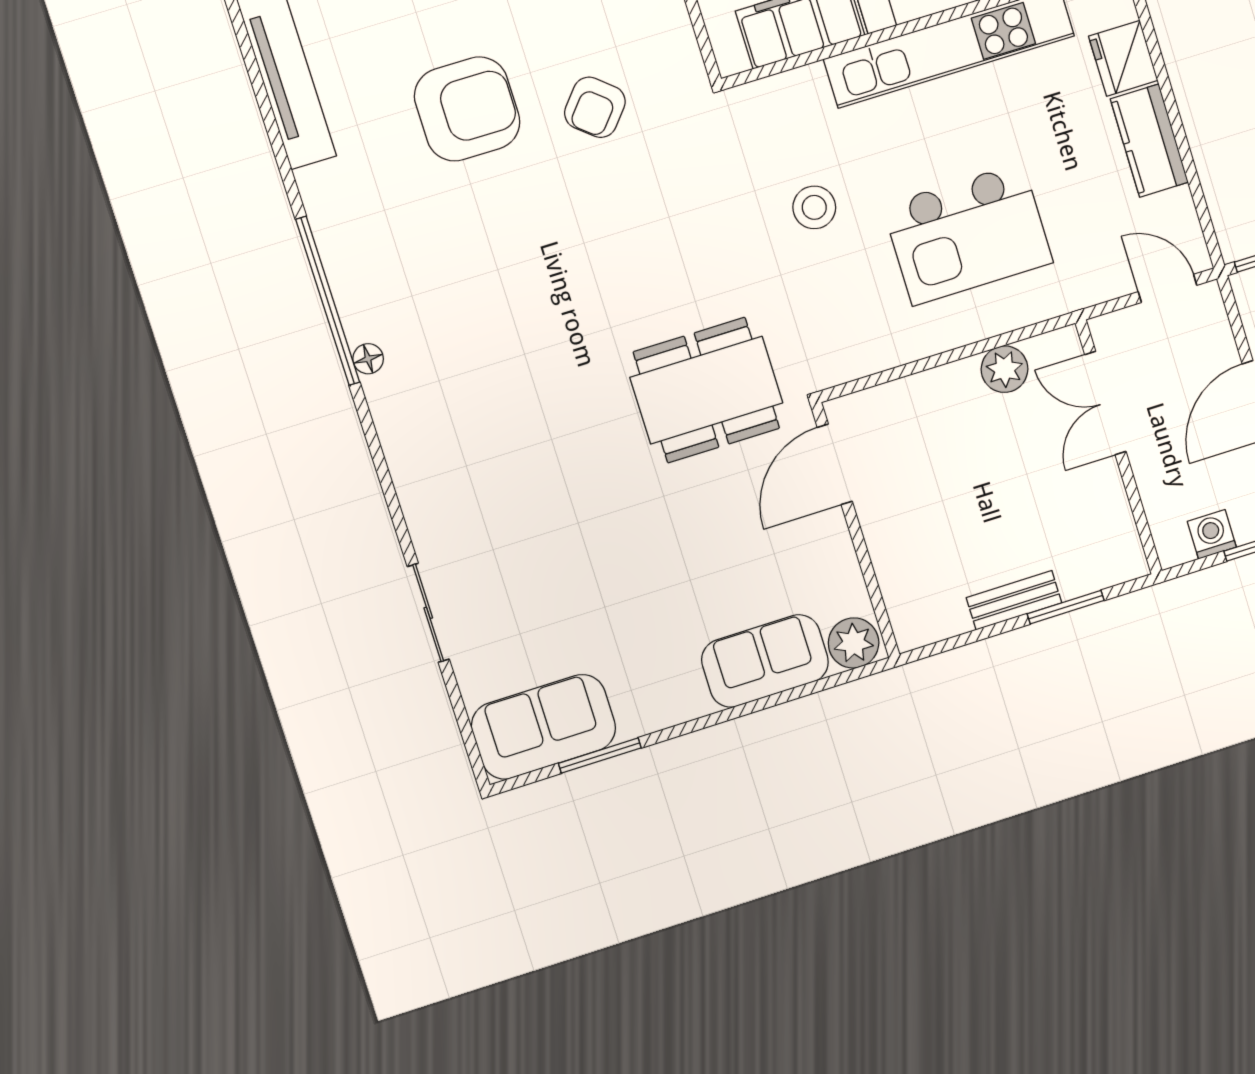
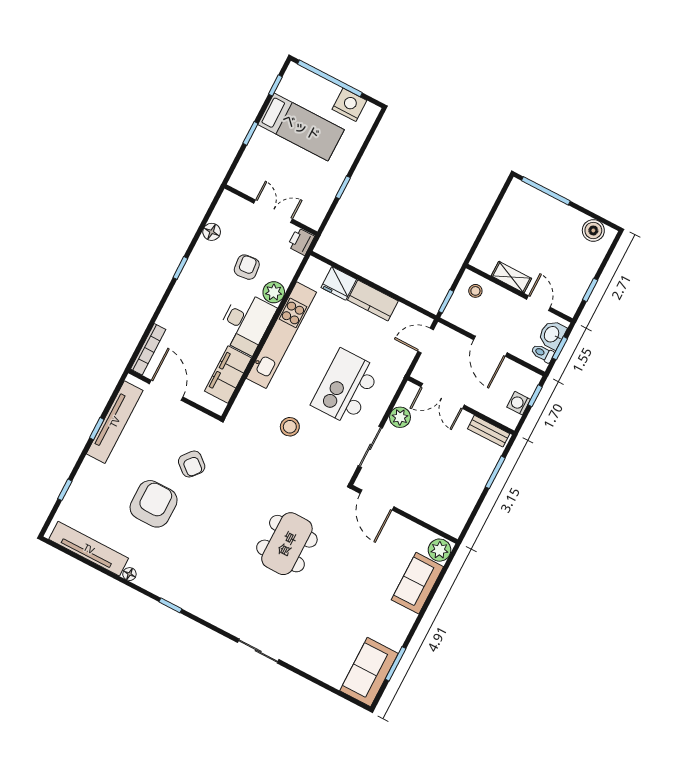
kitchen island: (968, 234) -> (346, 387), turned 180
window: (328, 301) -> (170, 605), width x0.32
floor lamp: (368, 359) -> (129, 574), moved
sliding door: (910, 369) -> (370, 447), added
dining table: (706, 390) -> (287, 544), moved
bench: (1014, 600) -> (489, 431), moved, turned 90
sliding door: (428, 613) -> (258, 651), moved

